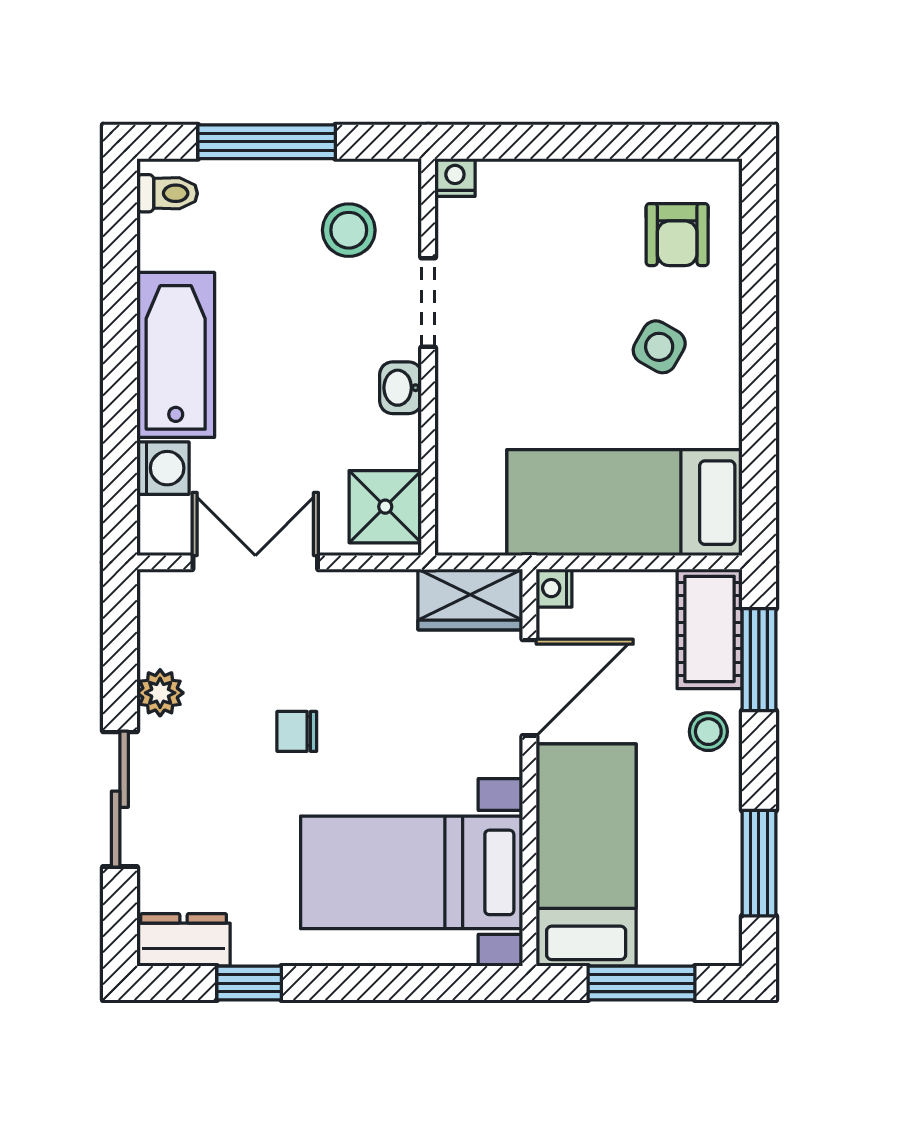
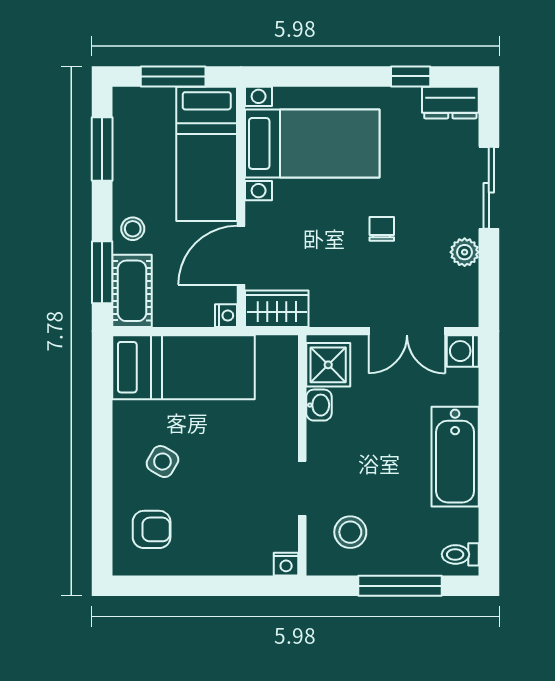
armchair: (677, 235) -> (152, 529), turned 90
washbasin: (401, 388) -> (319, 405), moved
washing machine: (163, 468) -> (463, 351), moved
chair: (297, 731) -> (382, 229), turned -90

